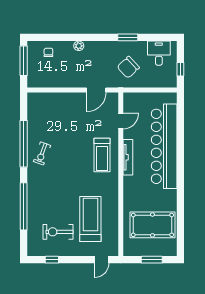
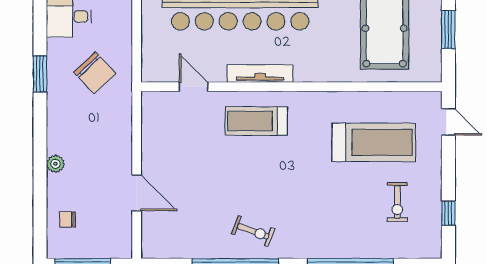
door: (96, 90) -> (137, 193), moved
treadmill: (102, 155) -> (256, 121), turned 180
treadmill: (90, 219) -> (374, 142), turned 180
exercise bike: (58, 232) -> (397, 202), width x0.73, depth x0.72

